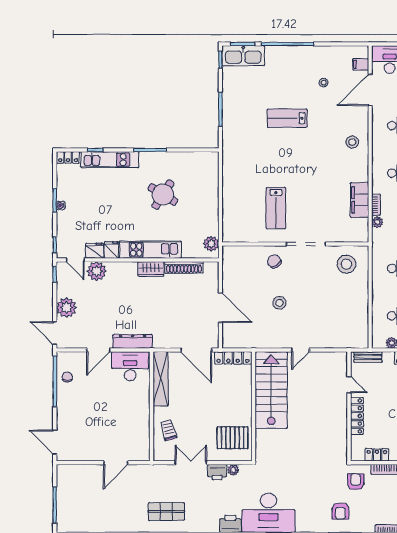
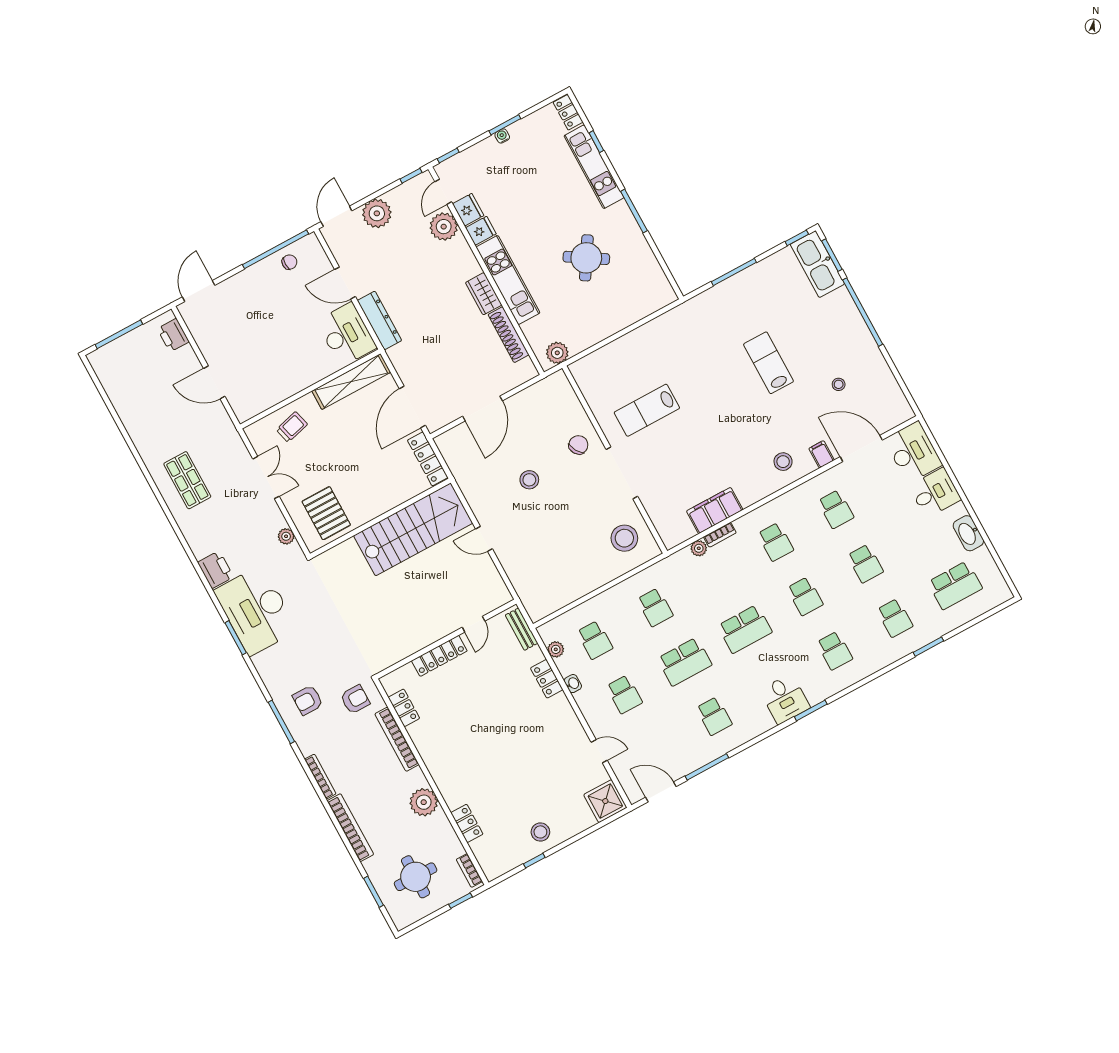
filing cabinet: (361, 64) -> (822, 454), moved
printer: (217, 472) -> (173, 335), moved

